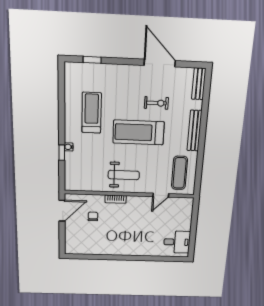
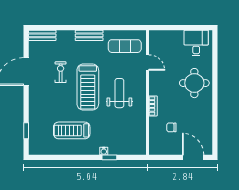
bench: (195, 131) -> (89, 35), width x0.73
weight bench: (124, 175) -> (119, 93), moved
door: (62, 211) -> (193, 157), moved
round table: (137, 239) -> (194, 83), added

